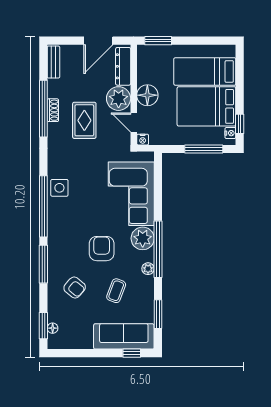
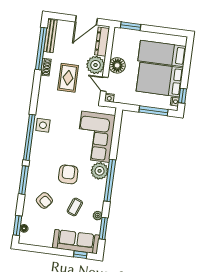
bench: (53, 62) -> (50, 36), width x1.36
window: (43, 109) -> (41, 49), moved
plant: (148, 269) -> (98, 216), moved

